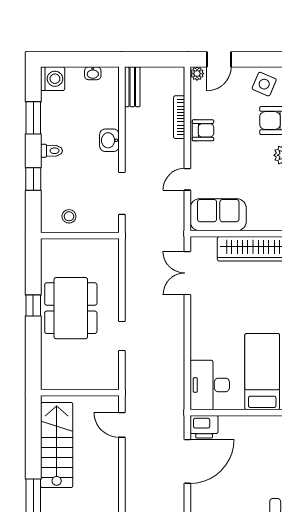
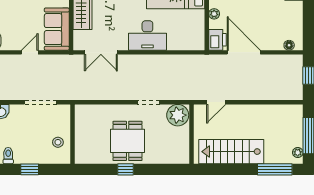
door: (187, 179) -> (30, 52), swing flipped
dining table: (71, 308) -> (128, 141), width x0.73
plant: (105, 374) -> (178, 115), added
desk: (210, 385) -> (147, 35), moved
plant: (238, 422) -> (214, 14), added

